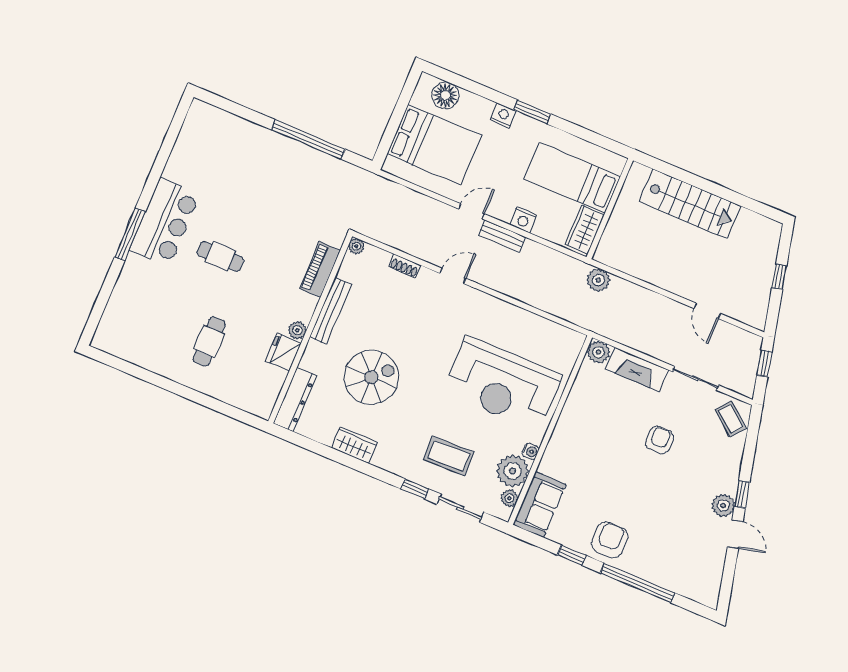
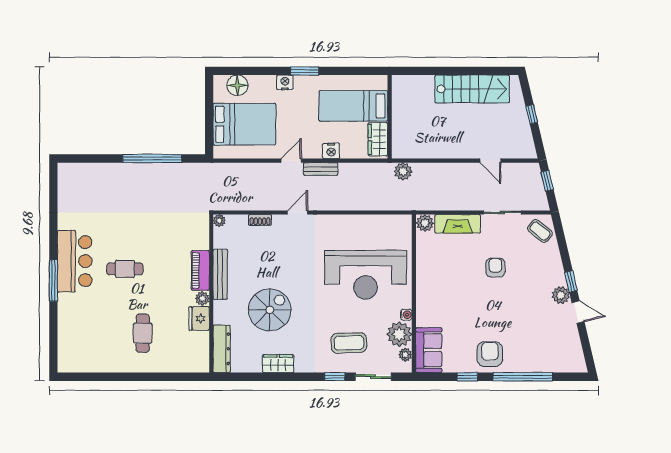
stairs: (690, 204) -> (472, 89), moved
piano: (320, 270) -> (200, 270), moved

